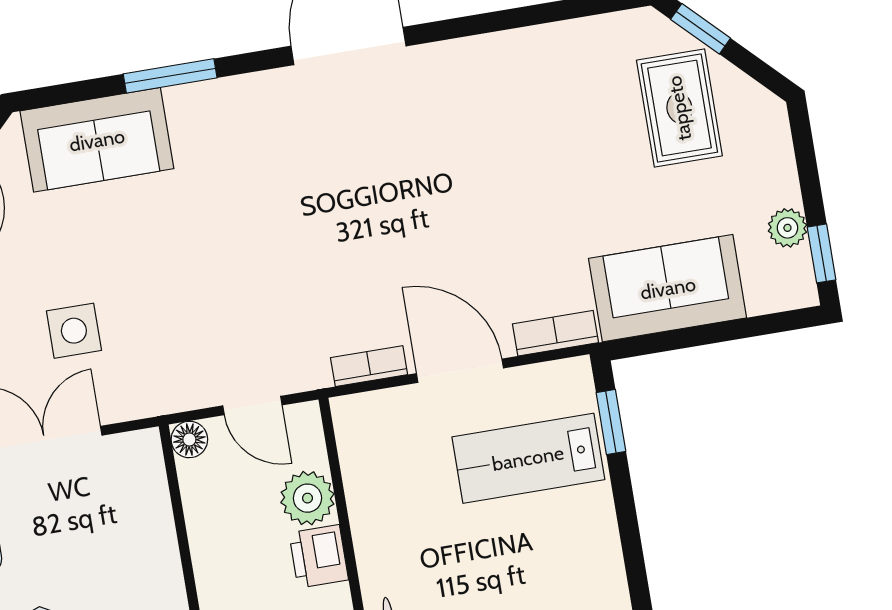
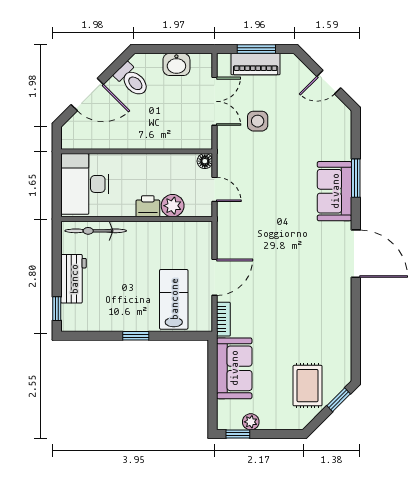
rug: (679, 108) -> (308, 386), turned 90
sofa: (97, 140) -> (335, 191), moved
bookcase: (369, 366) -> (223, 240), removed
door: (252, 405) -> (214, 189), swing flipped
window: (611, 422) -> (136, 336), moved

